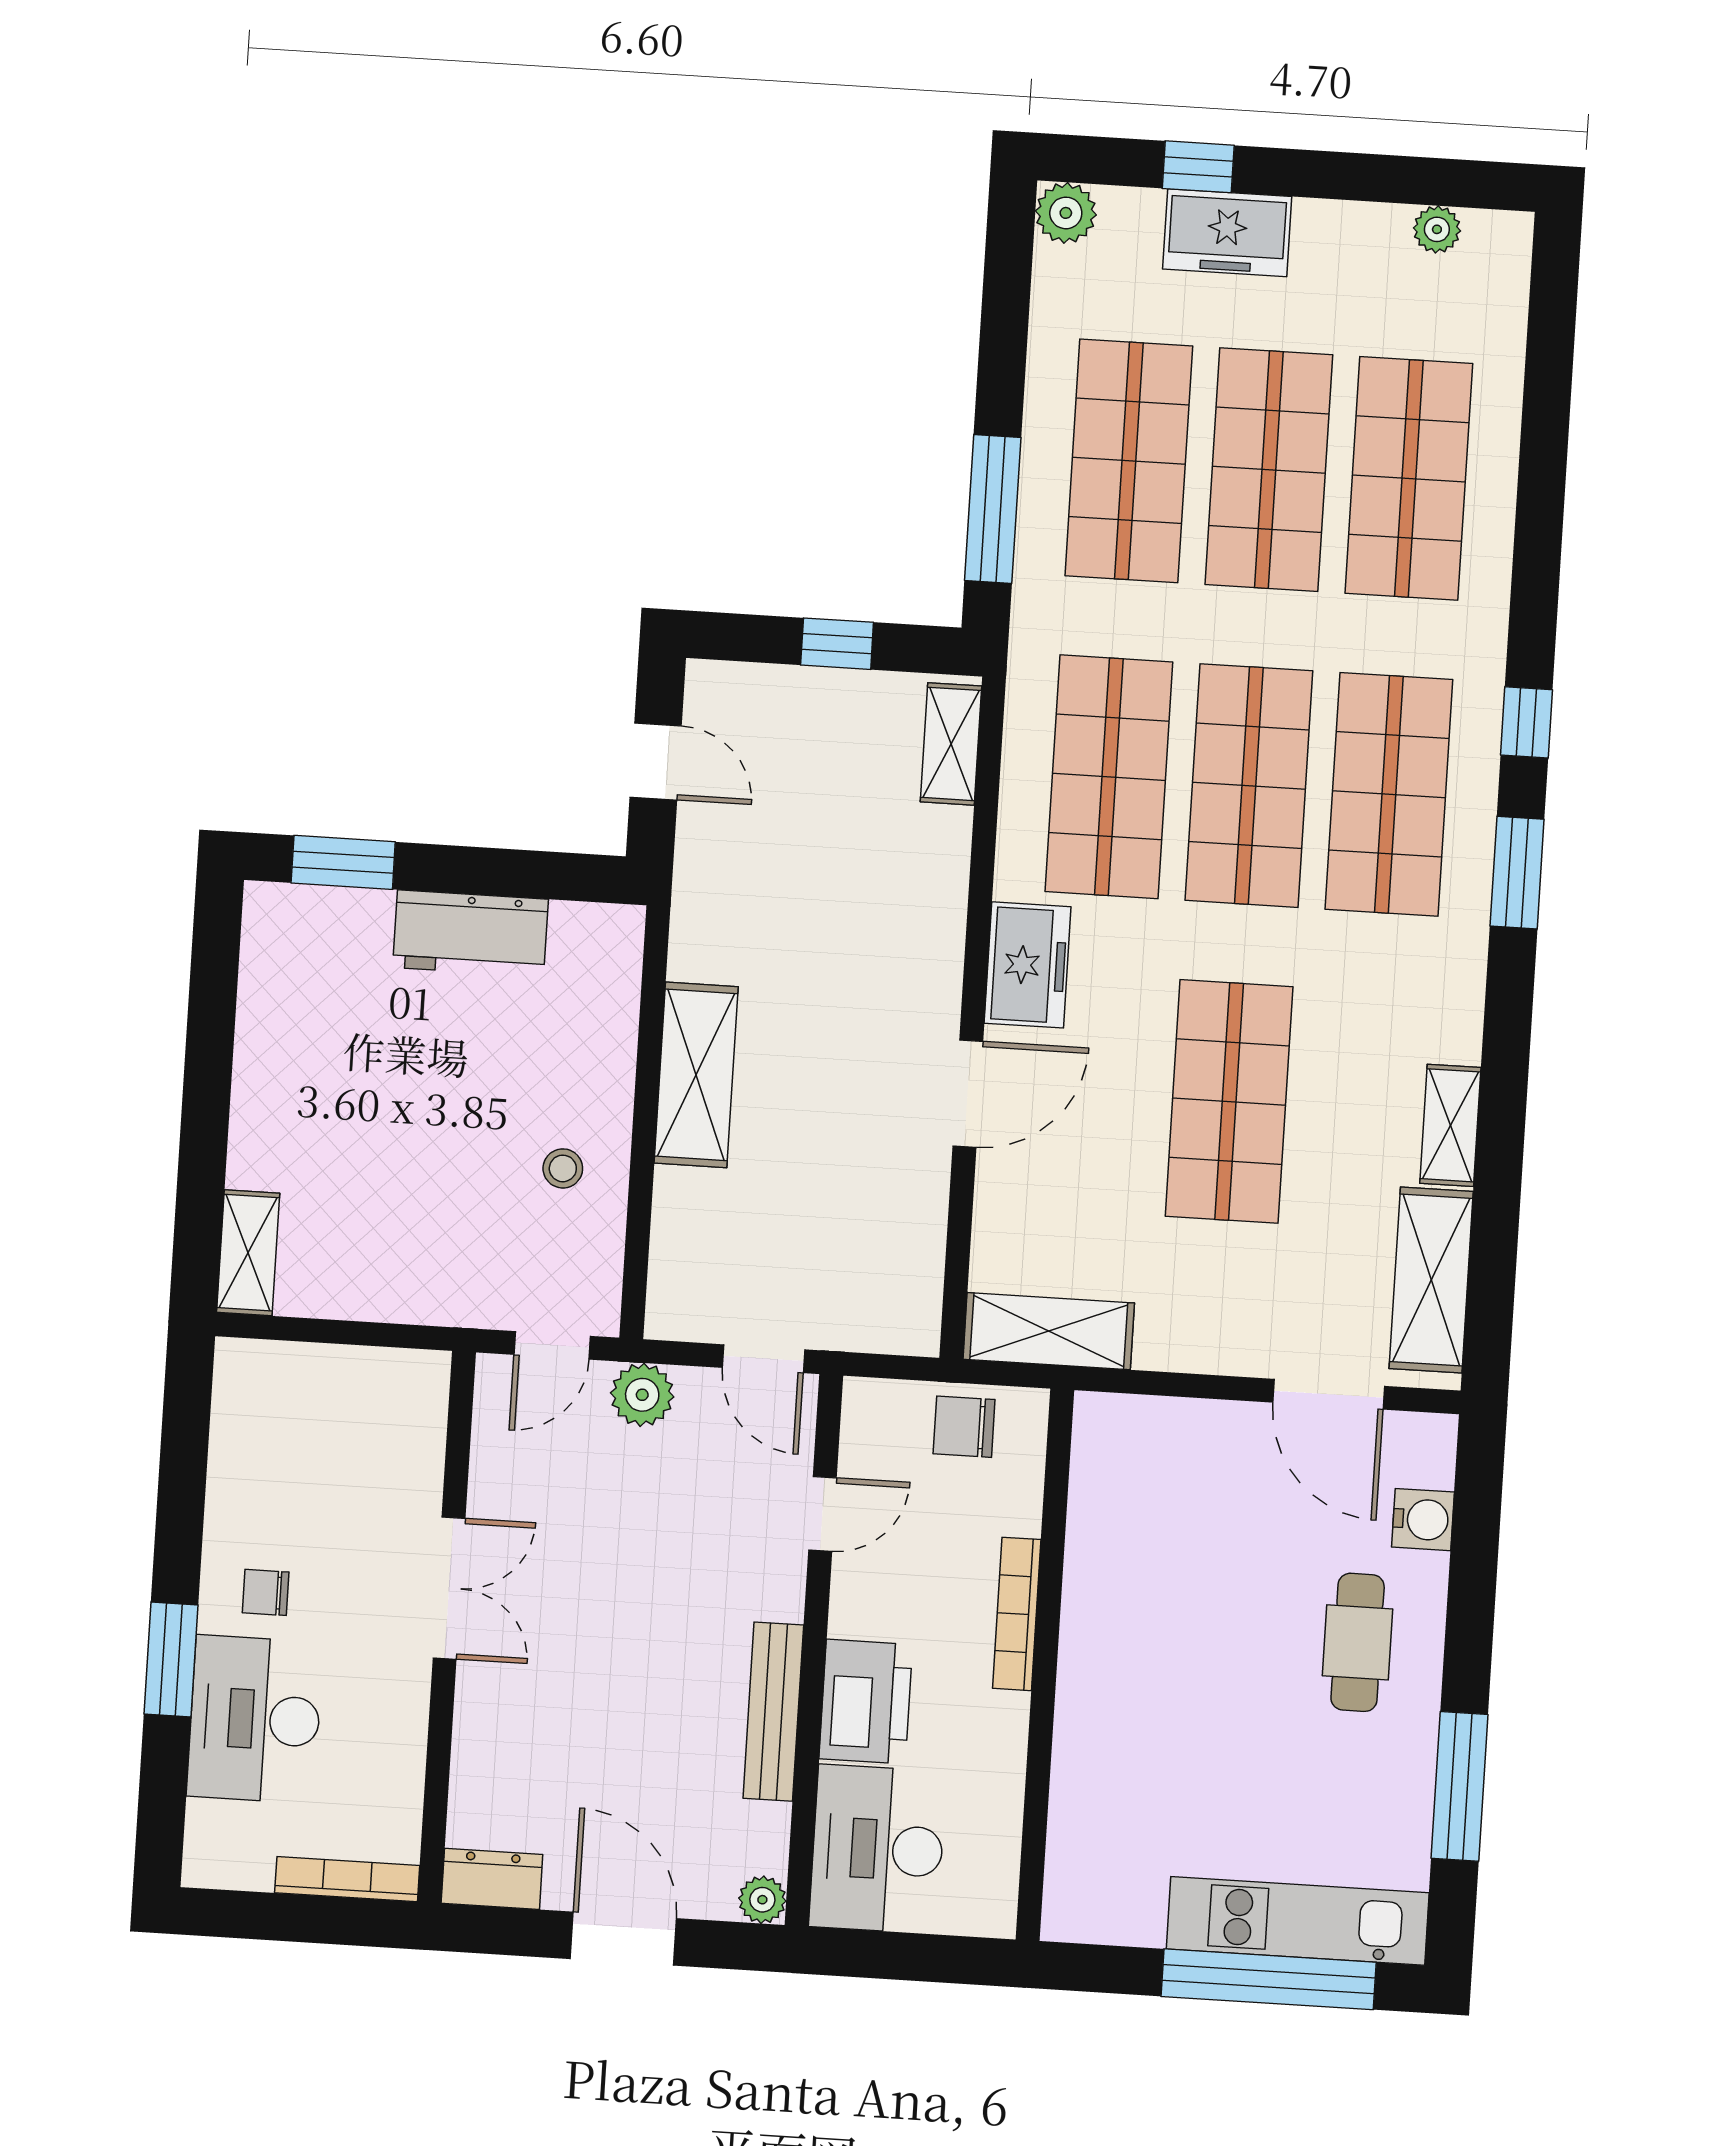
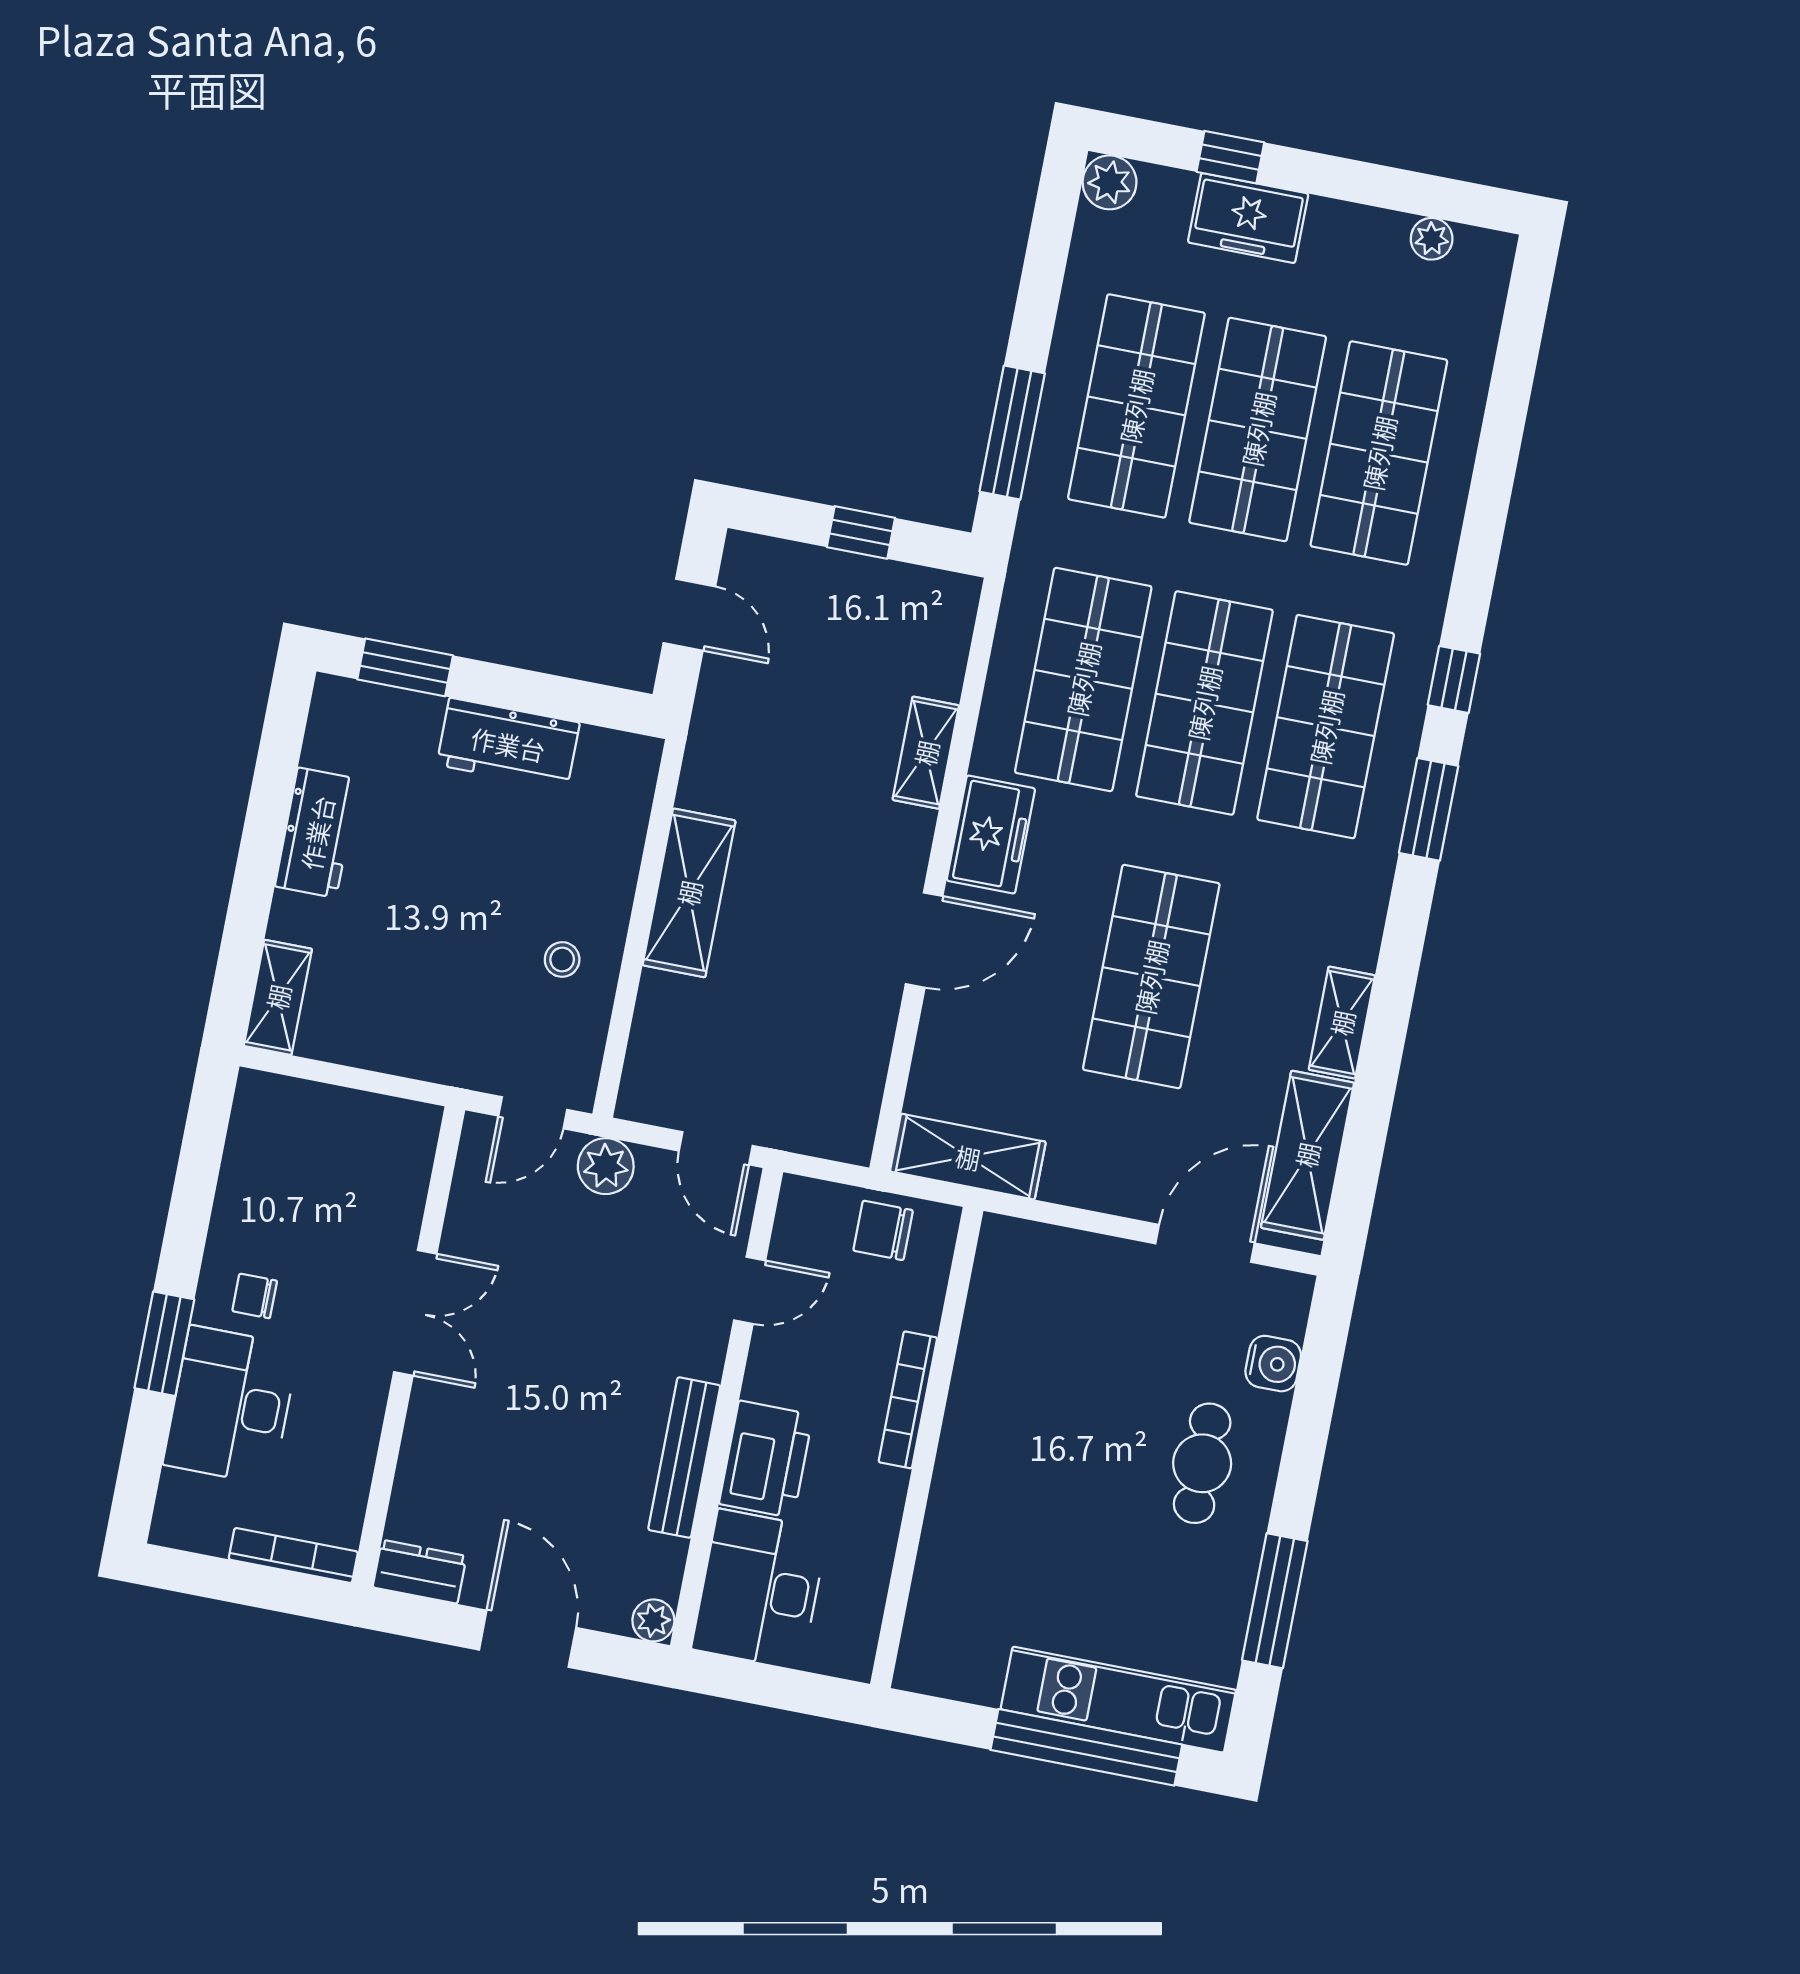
shelving: (951, 744) -> (926, 753), moved
workbench: (268, 1062) -> (317, 833), added
door: (1329, 1394) -> (1205, 1243), swing flipped

